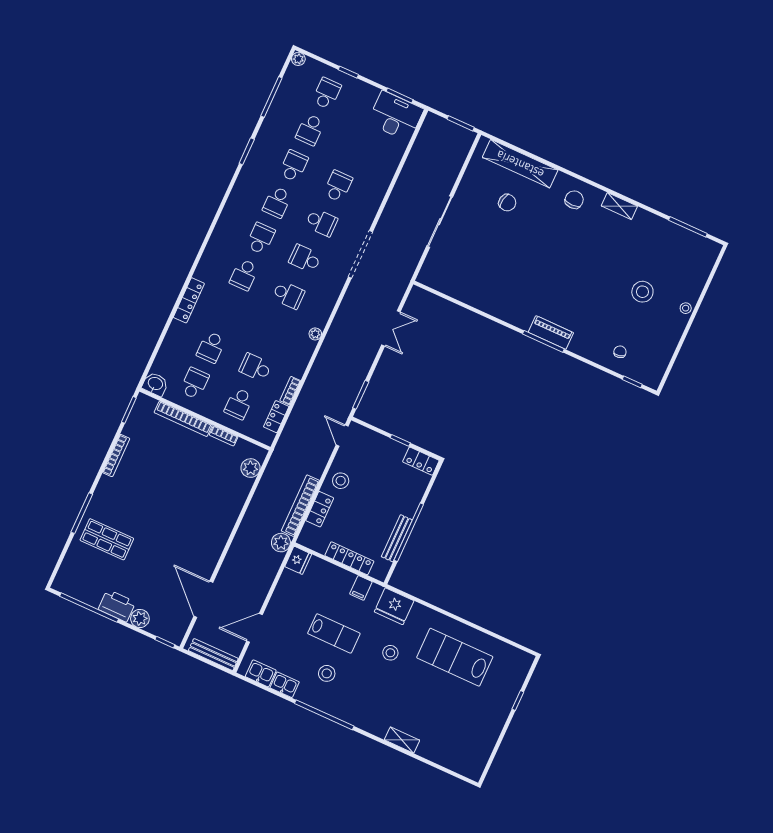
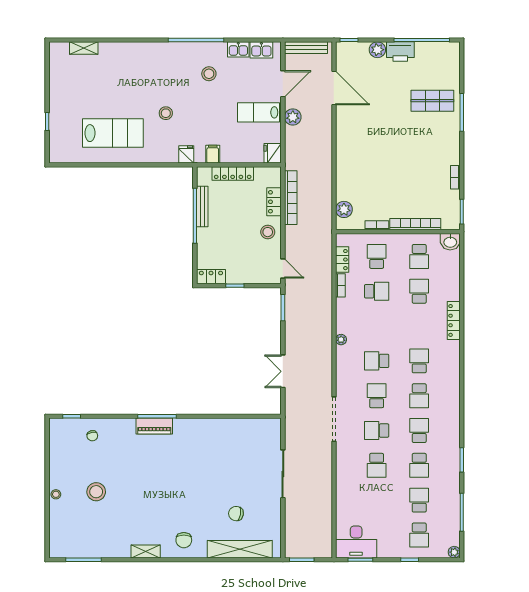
school desk: (305, 259) -> (377, 396), turned -90
bookcase: (116, 456) -> (455, 177), width x0.64
plant: (281, 543) -> (293, 117), moved
fridge: (394, 606) -> (186, 154), width x0.53, depth x0.75
lab bench: (334, 633) -> (258, 112), moved
shelving: (402, 740) -> (84, 48), moved

